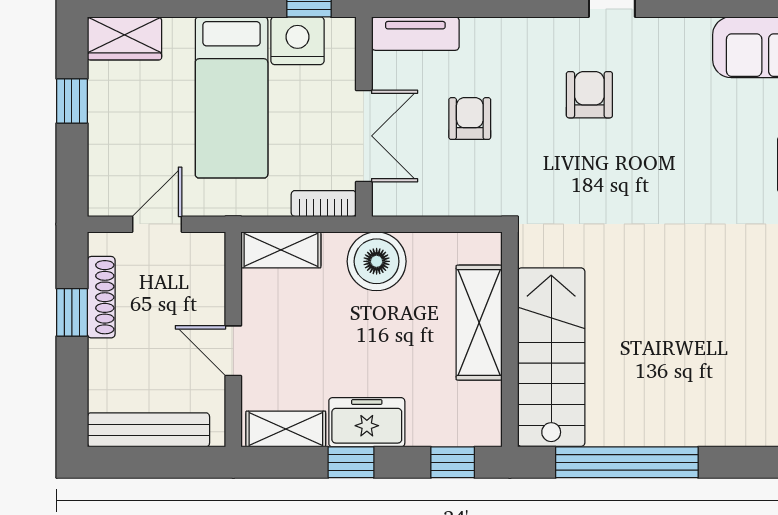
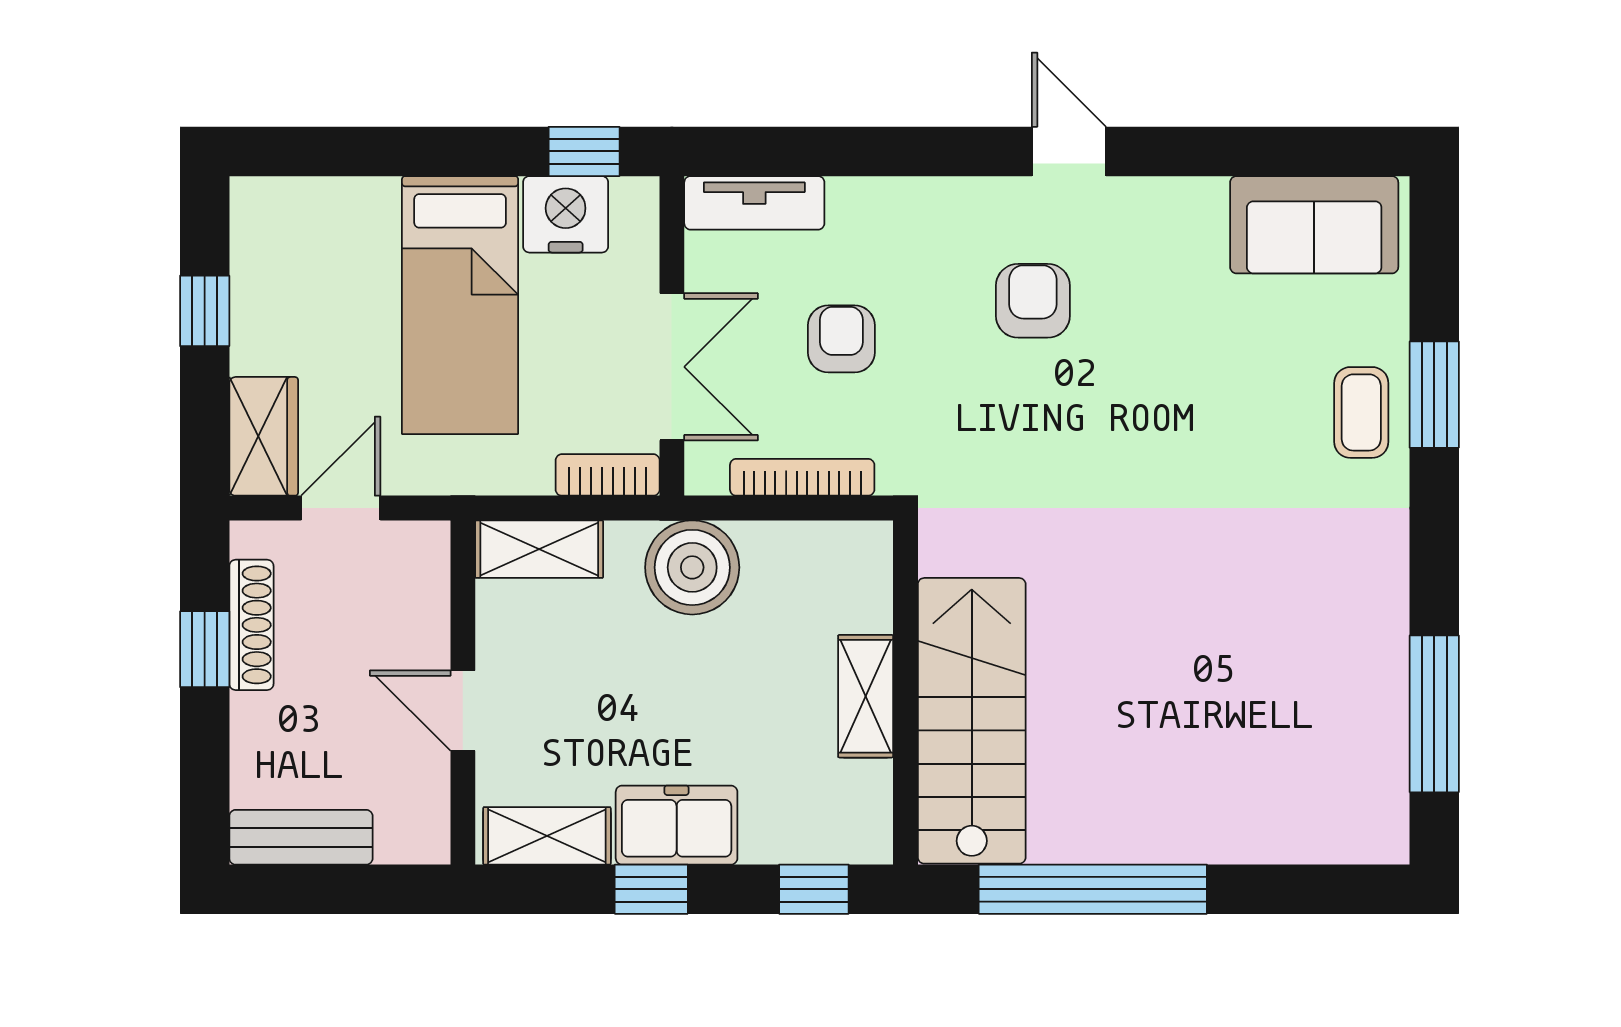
wardrobe: (124, 38) -> (264, 436), moved, turned -90
bookcase: (445, 205) -> (802, 477), added
shelving: (479, 323) -> (866, 696), width x0.67, depth x0.75
bench: (148, 430) -> (301, 837), width x0.73

